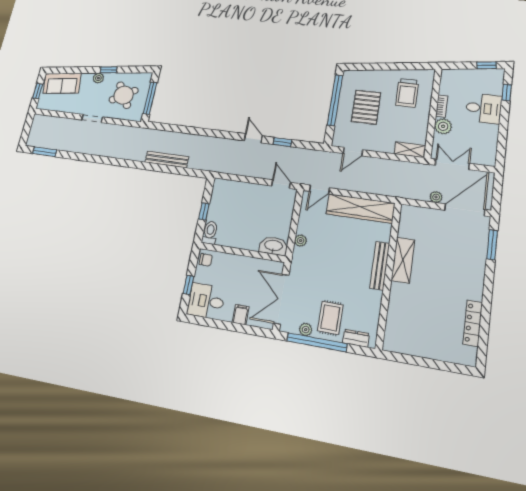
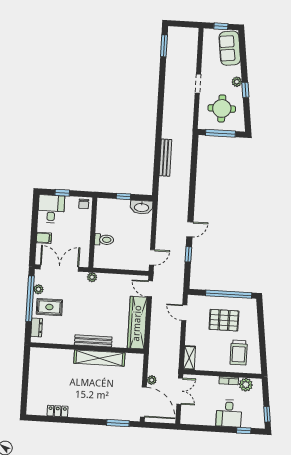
trolley: (407, 93) -> (239, 353), turned -90
round table: (124, 95) -> (222, 108), turned 31
plant: (443, 126) -> (246, 385), moved
toilet: (210, 233) -> (104, 240), moved
plant: (301, 241) -> (92, 277), moved
washbasin: (273, 246) -> (142, 207), moved, turned 90
shelving: (403, 260) -> (99, 358), width x1.47
locker: (473, 323) -> (58, 411), width x0.66

